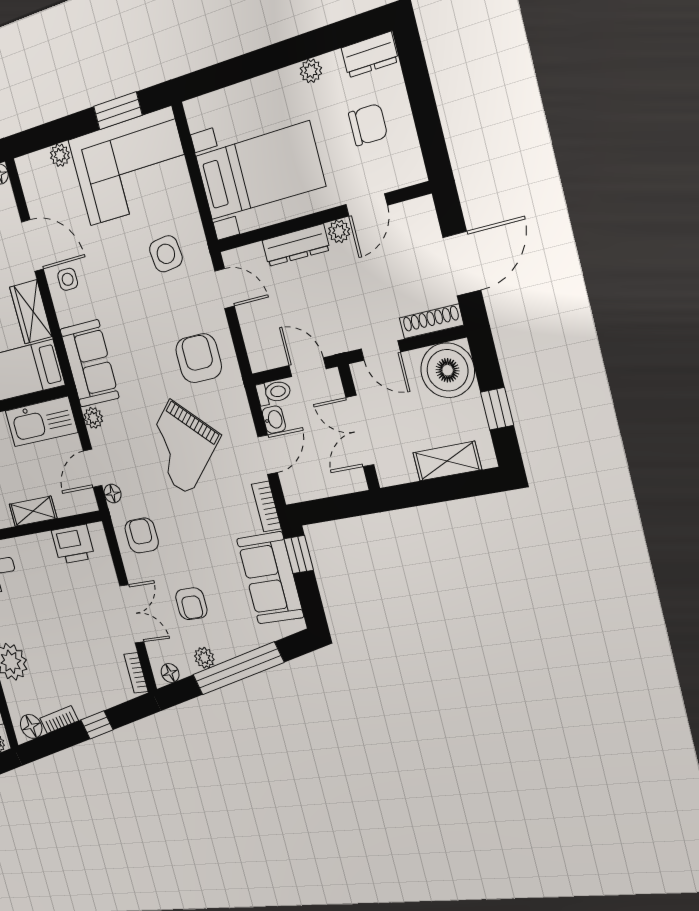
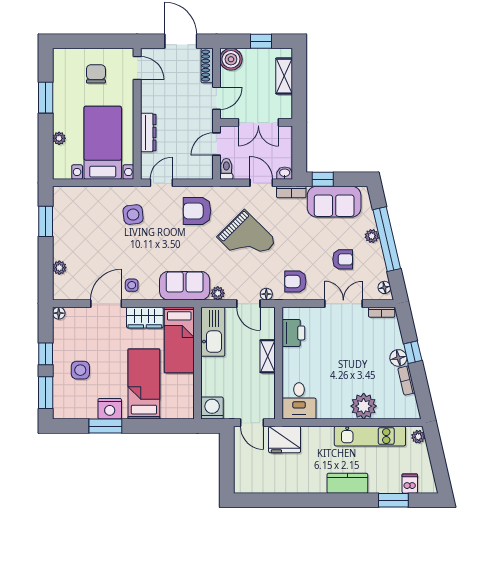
window: (306, 46) -> (46, 98), added
dresser: (370, 55) -> (61, 63), removed
plant: (311, 71) -> (59, 138), moved
corner sofa: (130, 167) -> (79, 223), removed
door: (367, 205) -> (137, 68), moved
plant: (339, 231) -> (147, 105), removed
boiler: (448, 370) -> (231, 59), width x0.73, depth x0.73
washbasin: (274, 420) -> (285, 173), moved
plant: (204, 658) -> (372, 236), moved
floor lamp: (31, 726) -> (398, 358), moved

